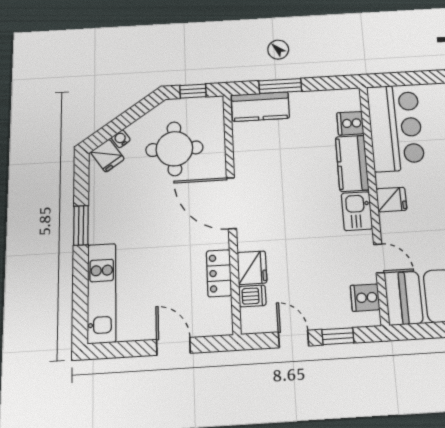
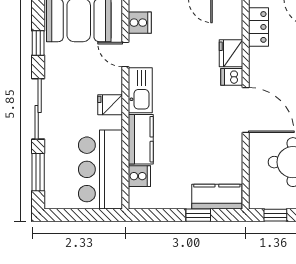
window: (280, 86) -> (198, 215), width x0.67
kitchen sink: (357, 211) -> (140, 90), width x1.38
locker: (219, 273) -> (259, 27), moved
dishwasher: (252, 296) -> (232, 77), moved

